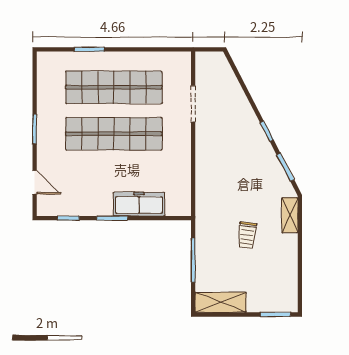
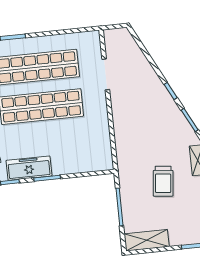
freezer: (139, 204) -> (29, 168), moved
trolley: (247, 235) -> (163, 181), width x1.36, depth x1.39

